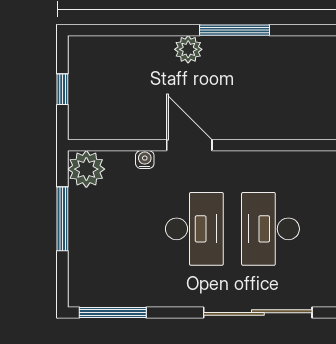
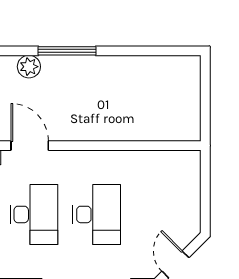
desk: (271, 229) -> (97, 214), turned 180

